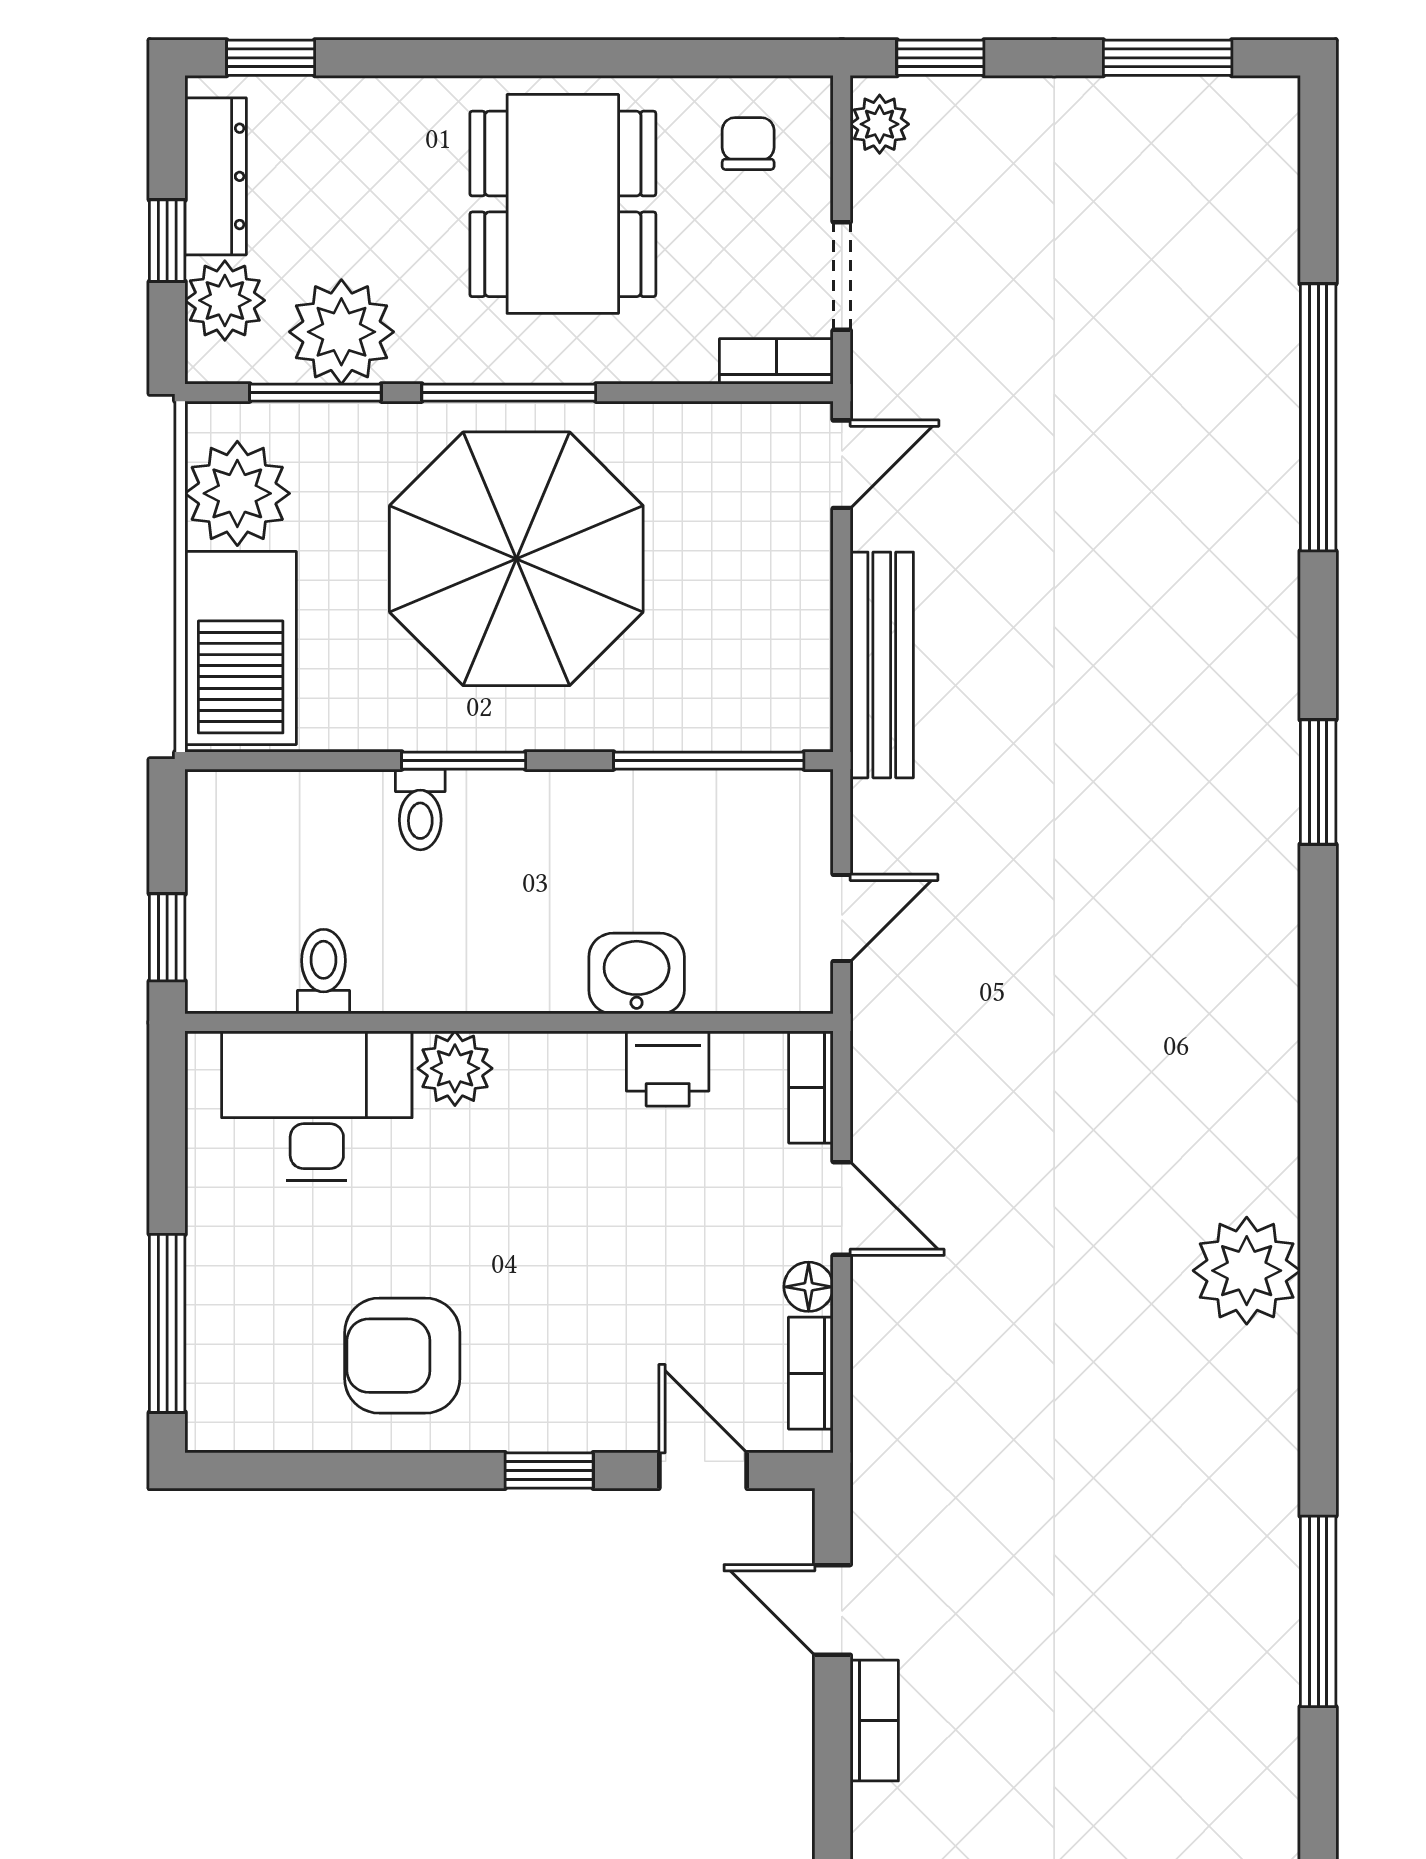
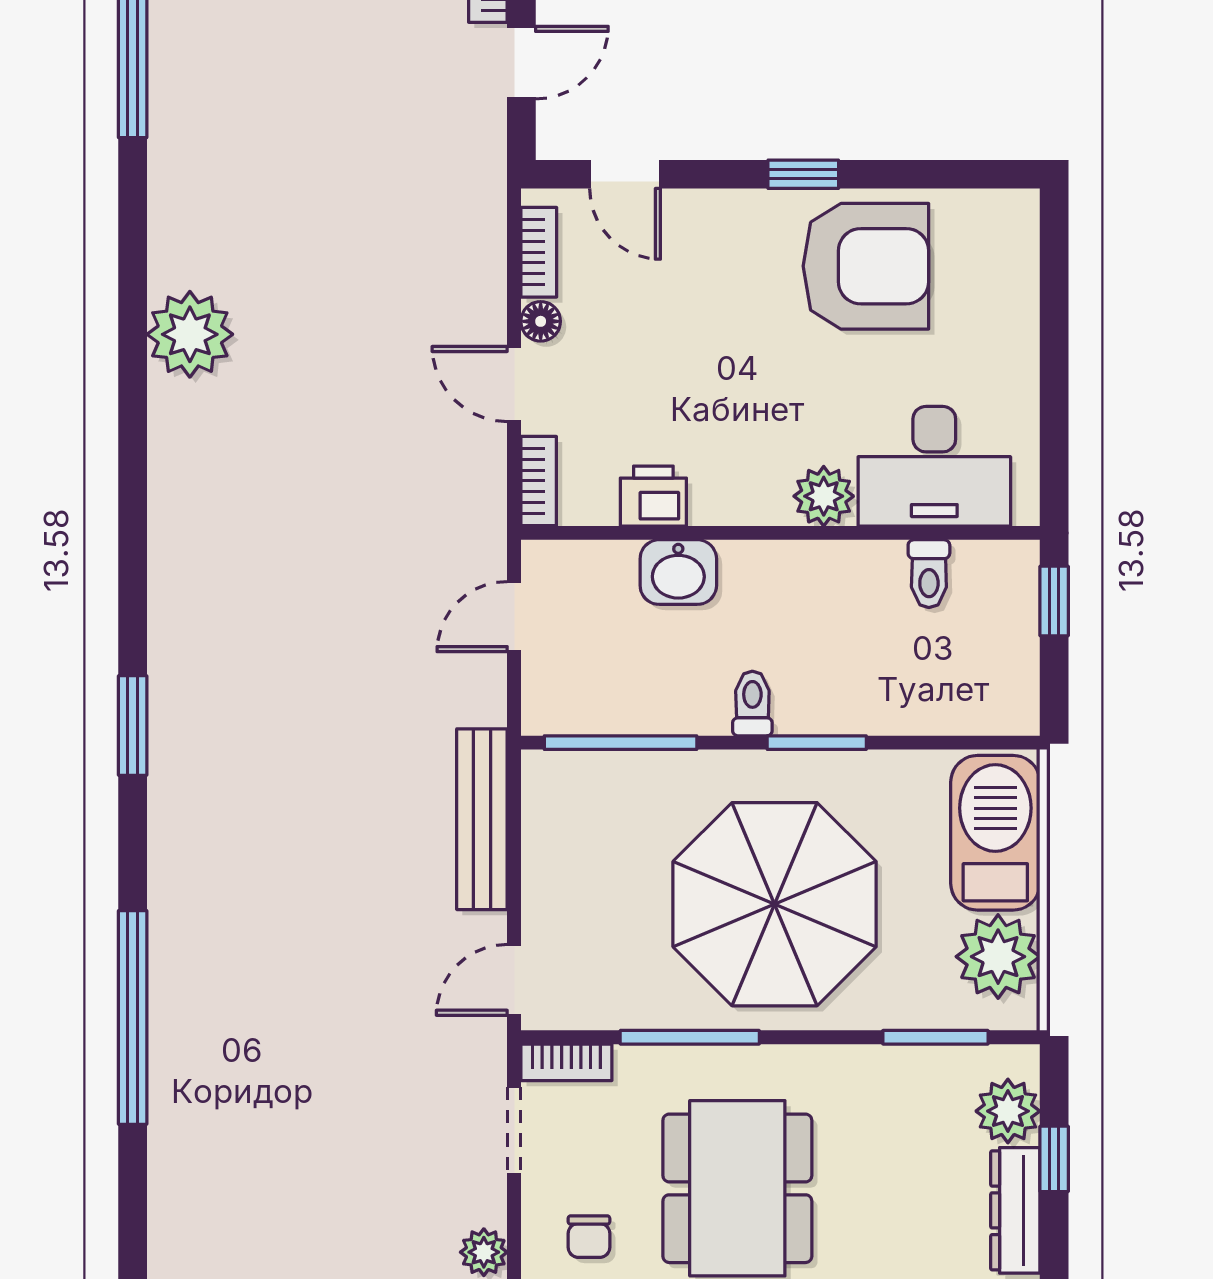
plant: (341, 332) -> (915, 1086), removed
window: (509, 393) -> (690, 1037), moved
toilet: (420, 809) -> (752, 704), moved
window: (167, 1323) -> (1054, 292), removed
armchair: (402, 1356) -> (866, 266), width x1.36, depth x1.36
window: (549, 1471) -> (803, 174), moved
door: (833, 1610) -> (521, 63), hinge flipped

